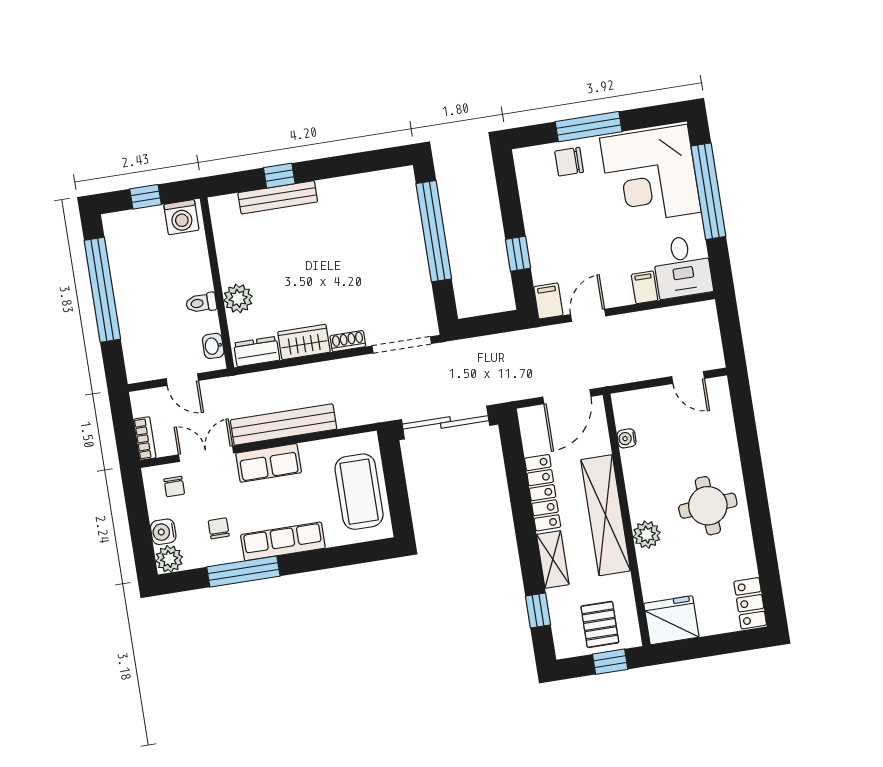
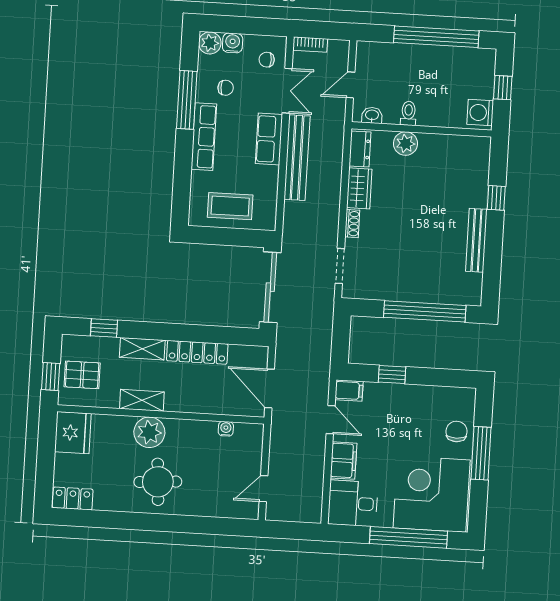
bench: (278, 197) -> (476, 240), moved
filing cabinet: (645, 287) -> (344, 461), width x2.00
doorway: (402, 345) -> (340, 266), width x0.73
coffee table: (359, 492) -> (230, 206), width x0.73, depth x0.76
shelving: (606, 515) -> (142, 400), width x0.45, depth x0.75
plant: (647, 535) -> (149, 432), width x1.36, depth x1.36

